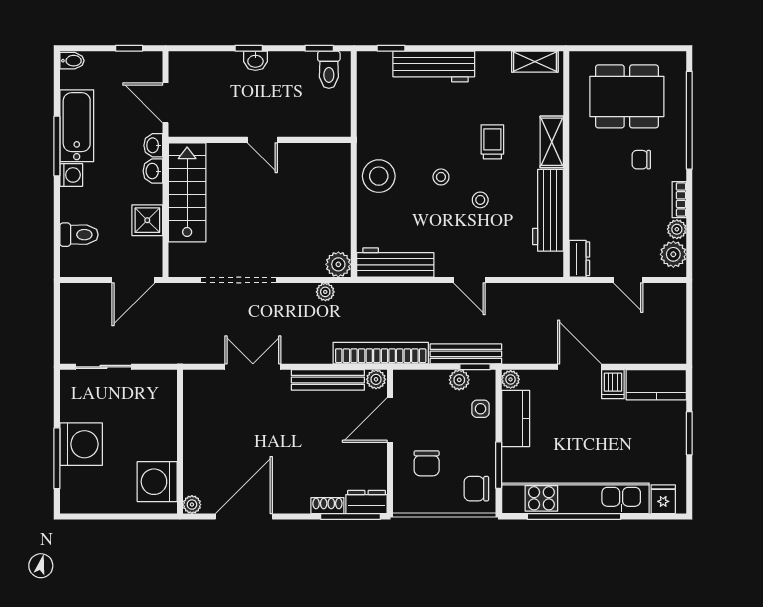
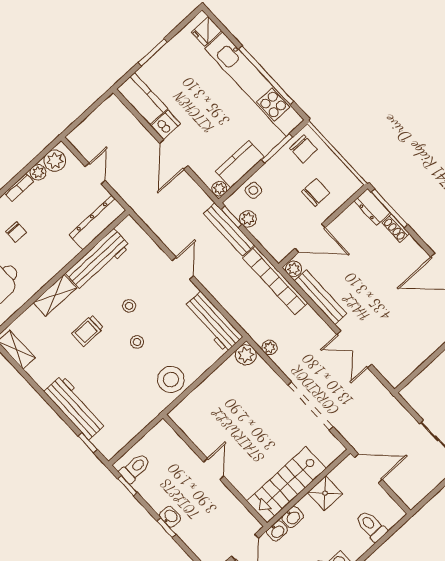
dresser: (579, 259) -> (97, 222), width x1.96, depth x1.24

